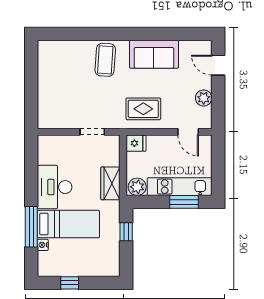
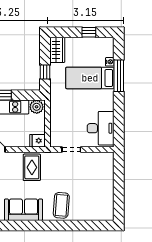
rug: (143, 109) -> (32, 167), turned 90
wardrobe: (110, 183) -> (57, 50), moved
desk: (55, 187) -> (101, 128), moved

